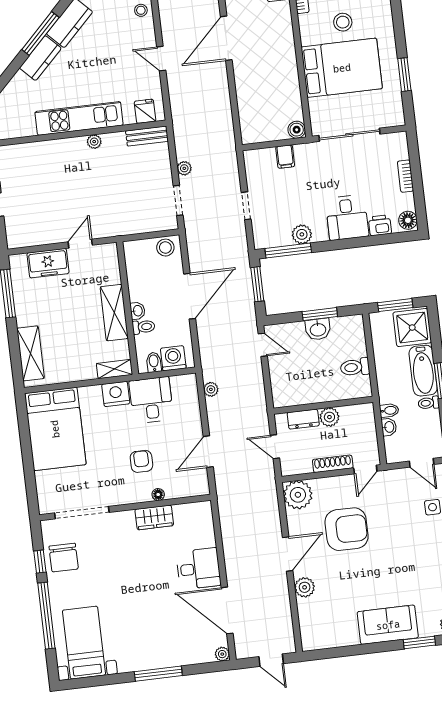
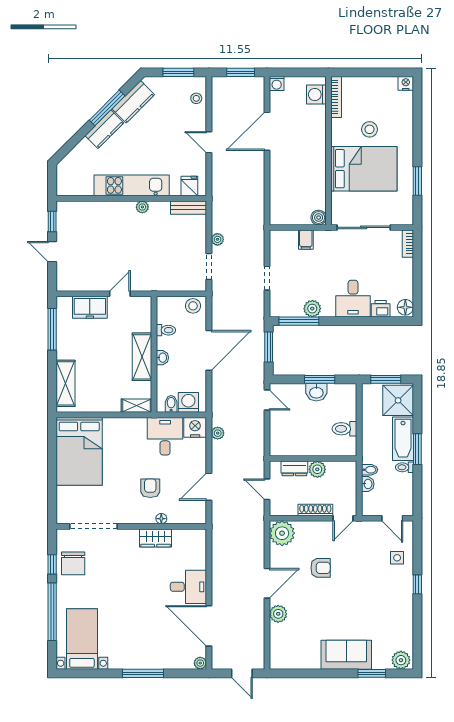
bookcase: (405, 176) -> (408, 244), moved
toilet: (144, 327) -> (166, 330), moved
nightstand: (116, 394) -> (195, 427), moved
armchair: (347, 529) -> (321, 568), width x0.53, depth x0.53

